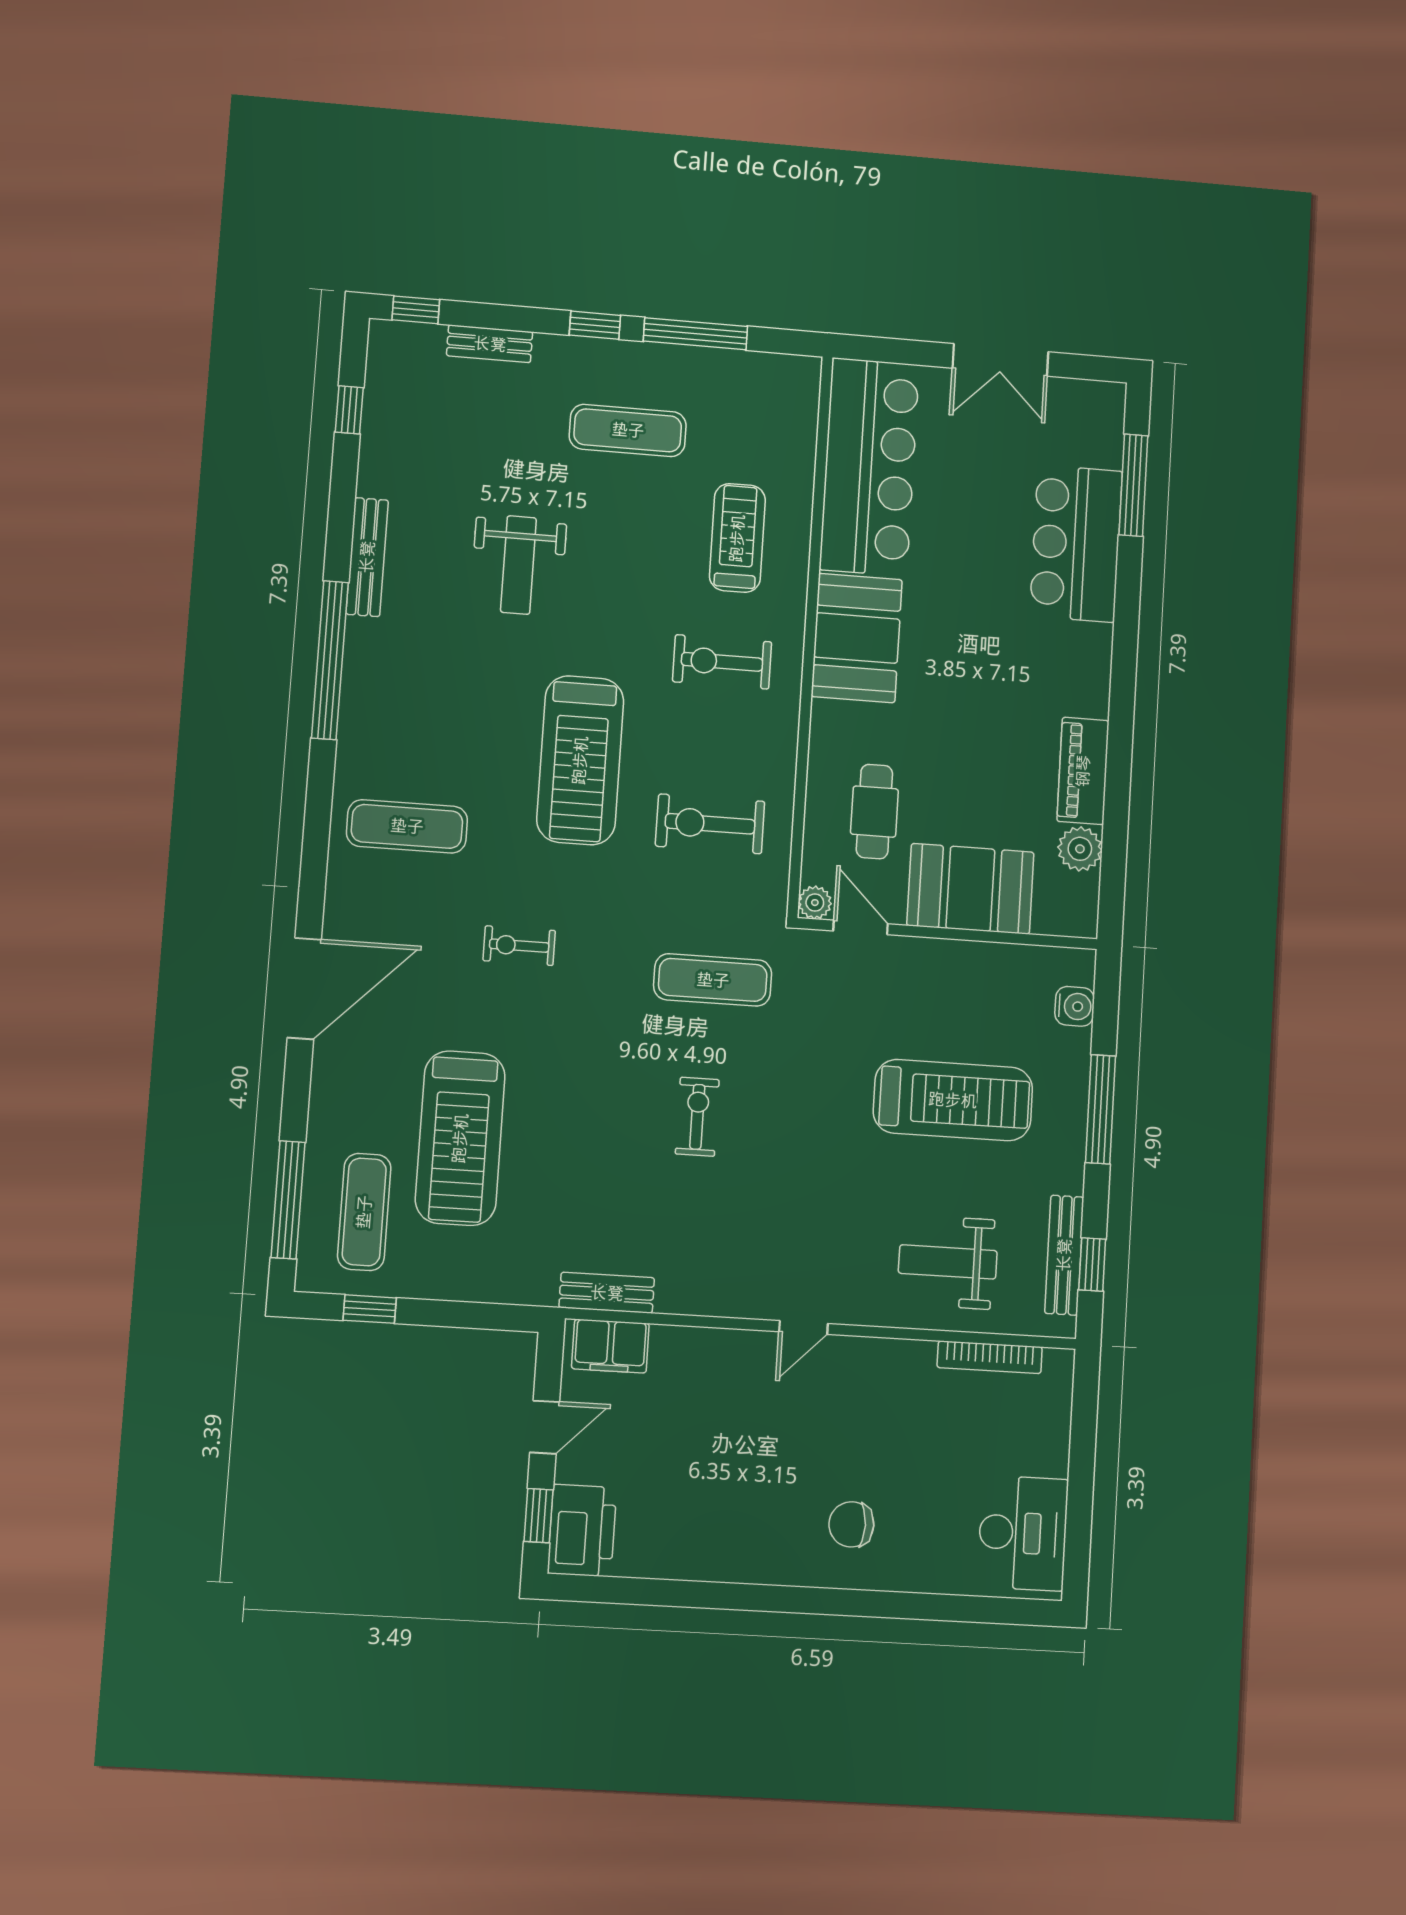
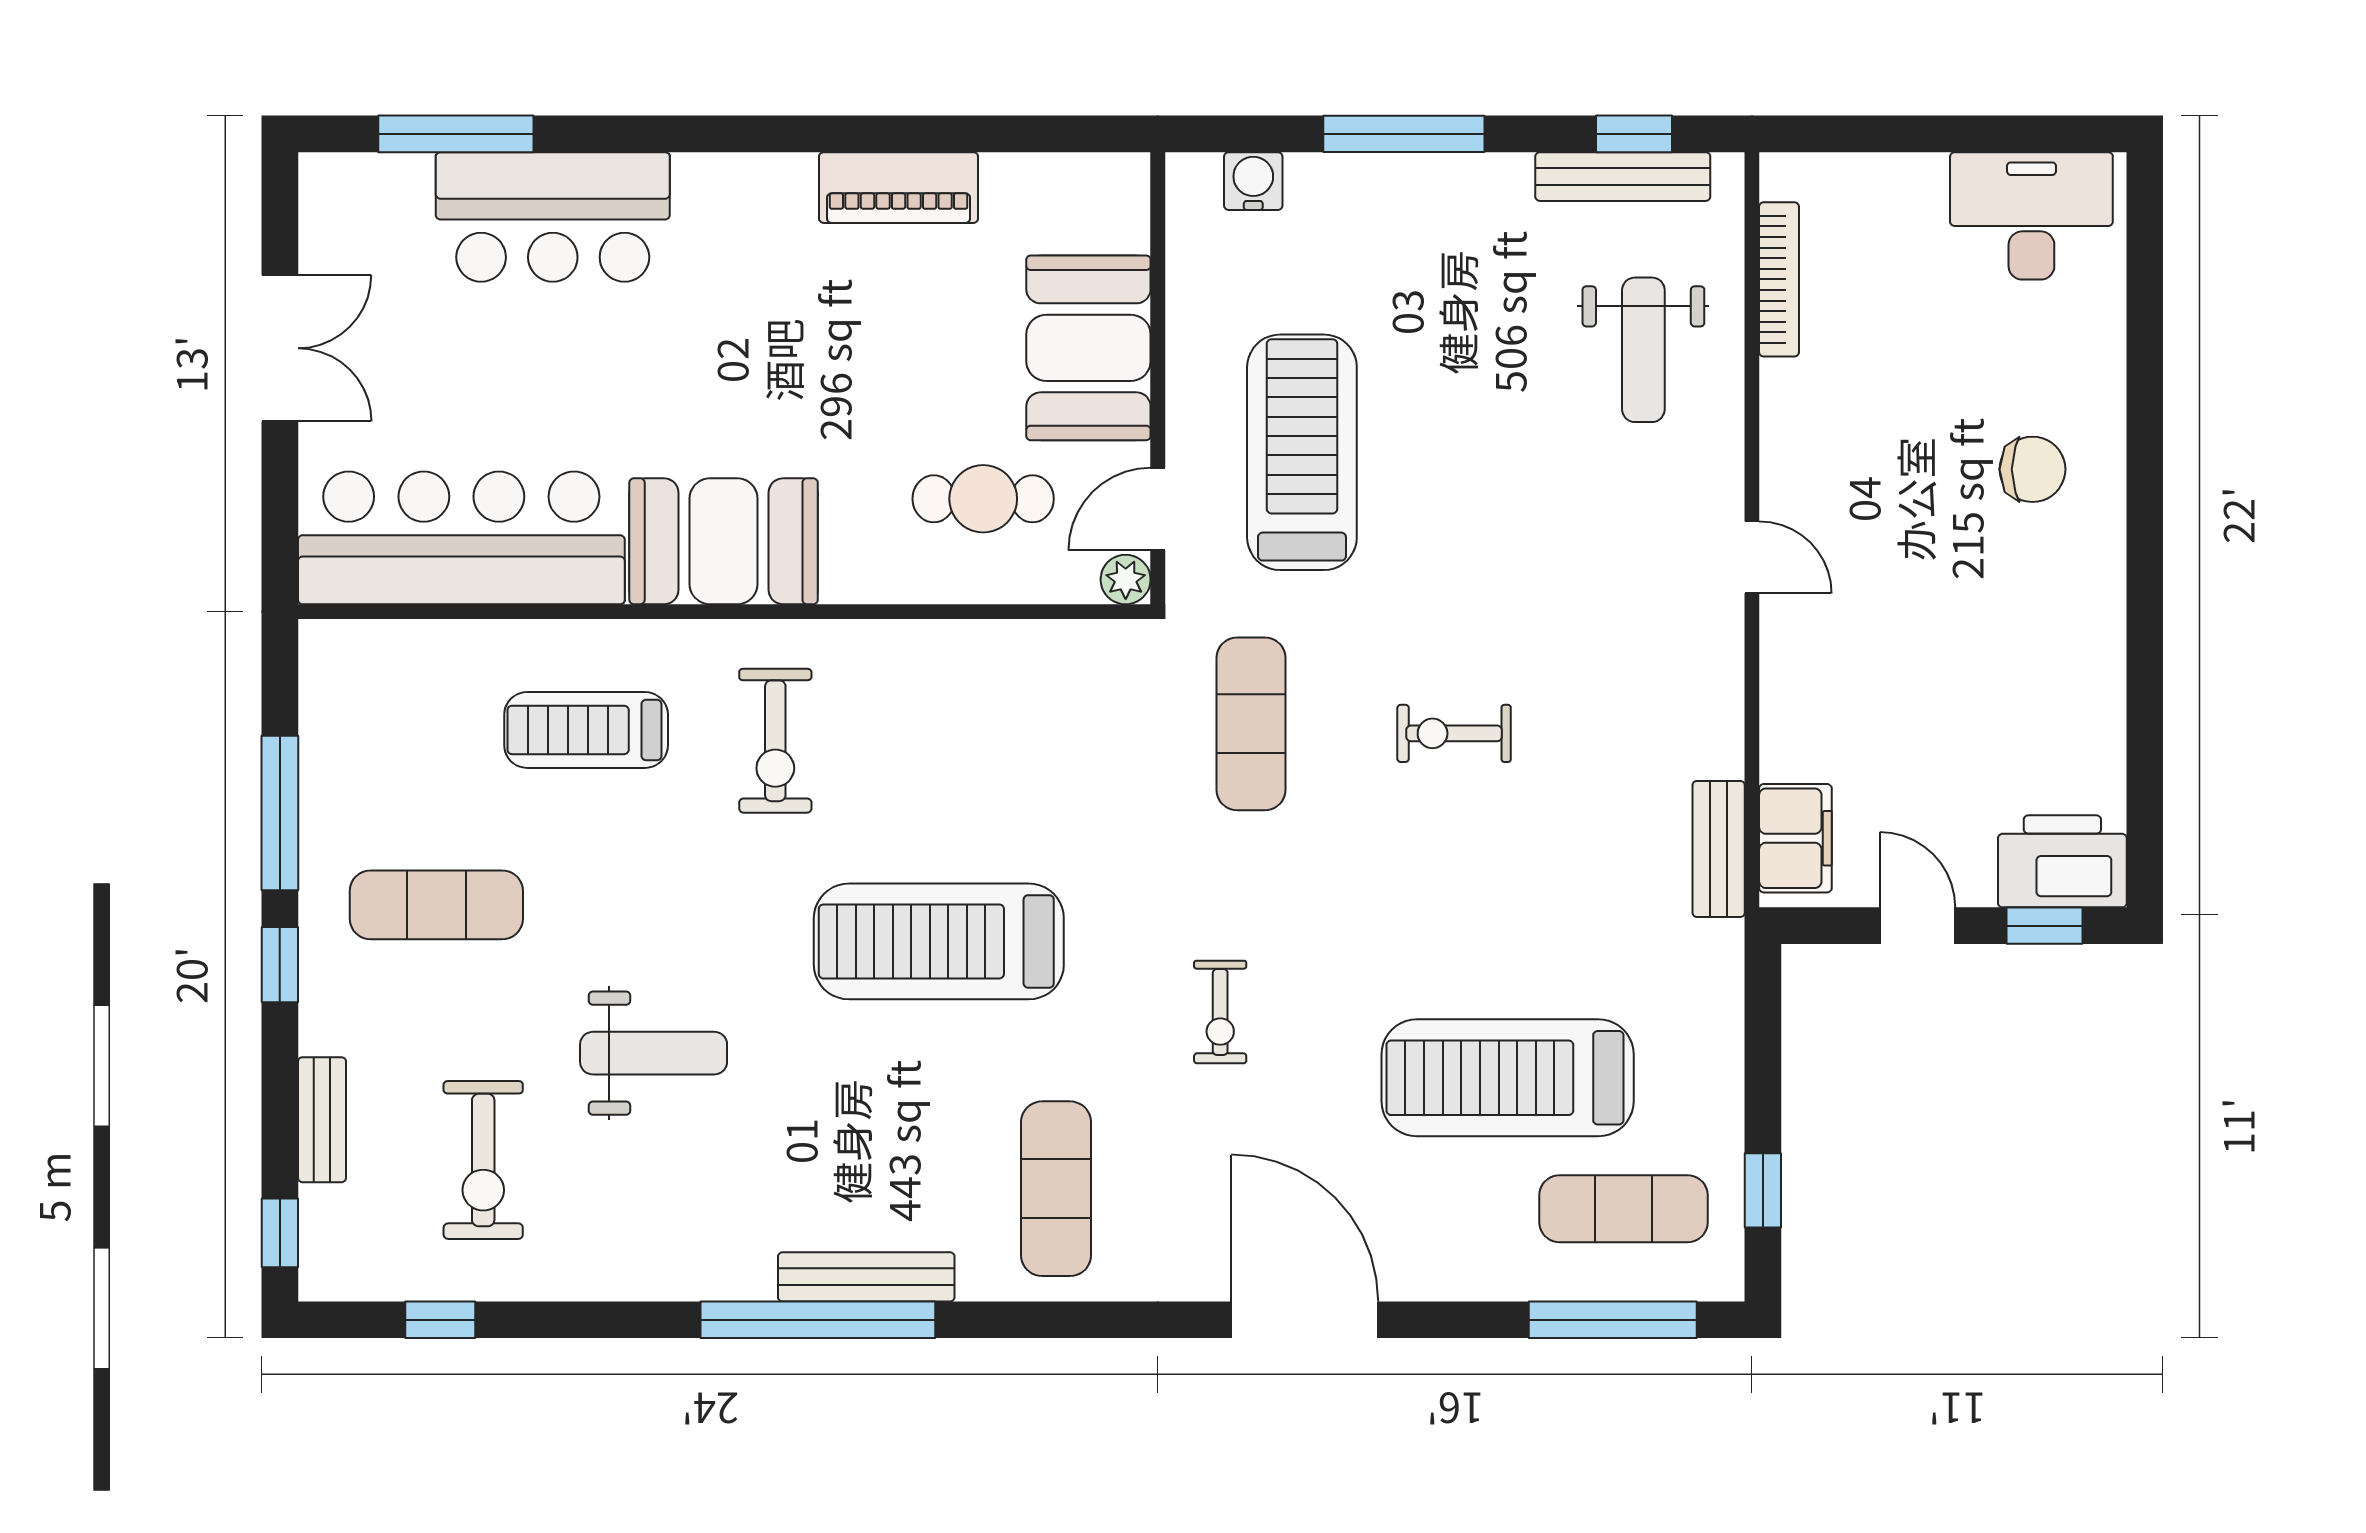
exercise mat: (628, 430) -> (436, 905), turned 90
bench: (367, 557) -> (866, 1277), moved
treadmill: (580, 760) -> (939, 941), turned 180
exercise bike: (710, 824) -> (483, 1160), moved
plant: (1080, 849) -> (1017, 186), removed
treadmill: (953, 1100) -> (1302, 452), moved
treadmill: (460, 1138) -> (1508, 1078), turned 180
chair: (851, 1524) -> (2032, 469), turned -90

